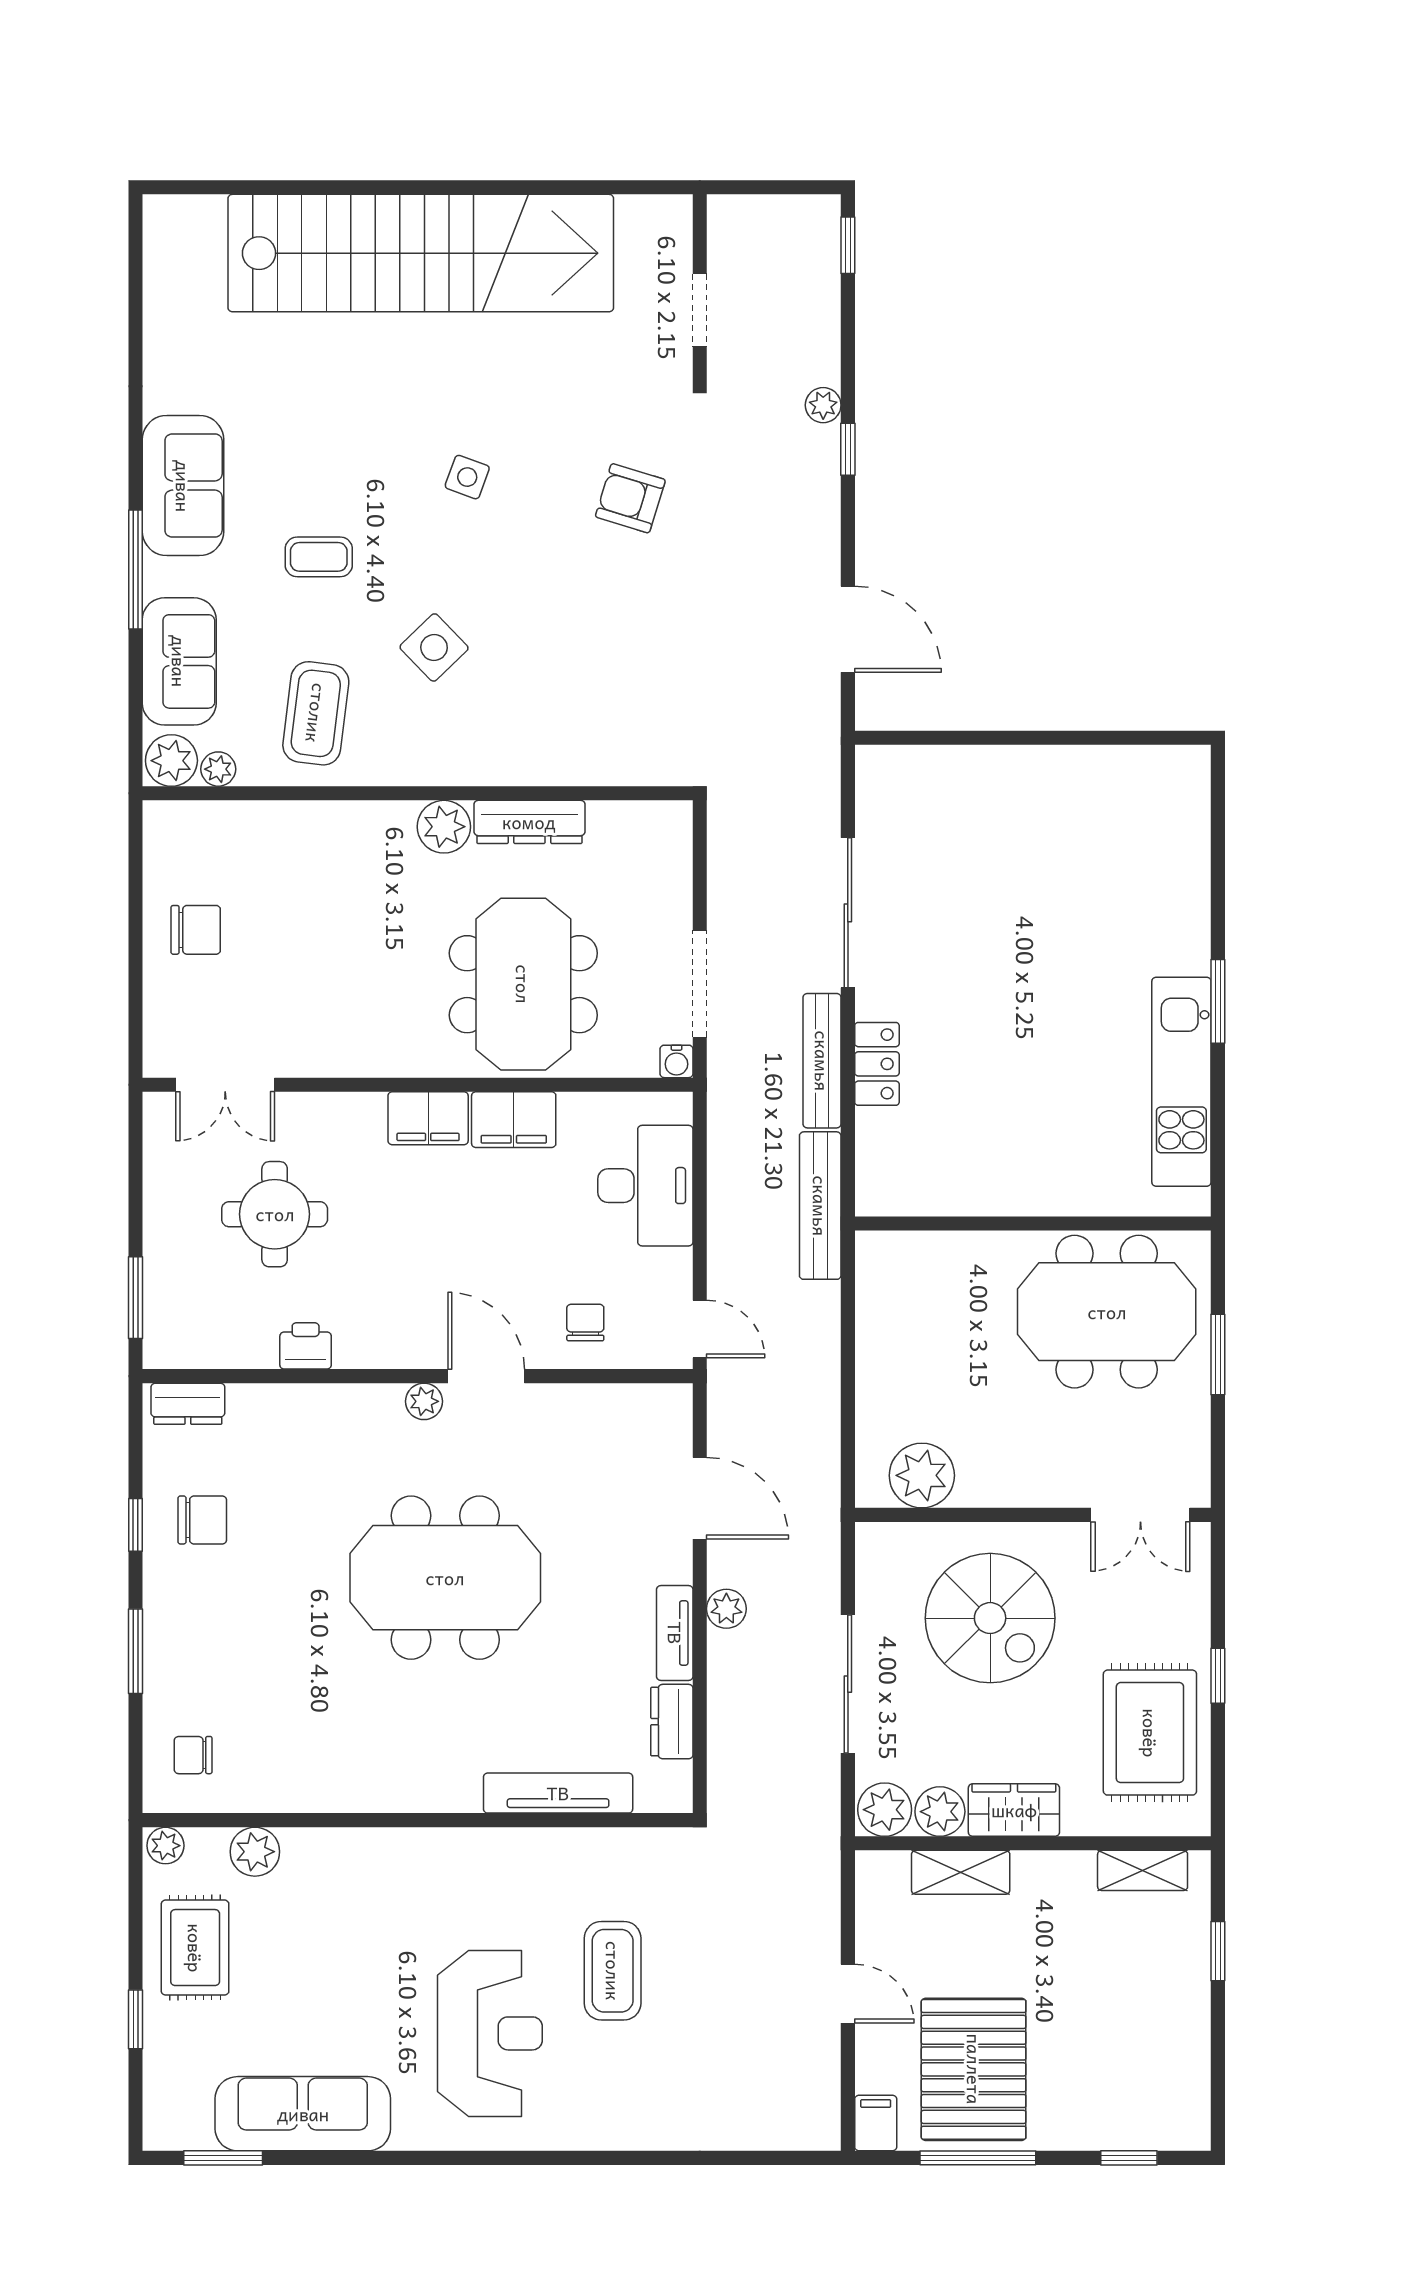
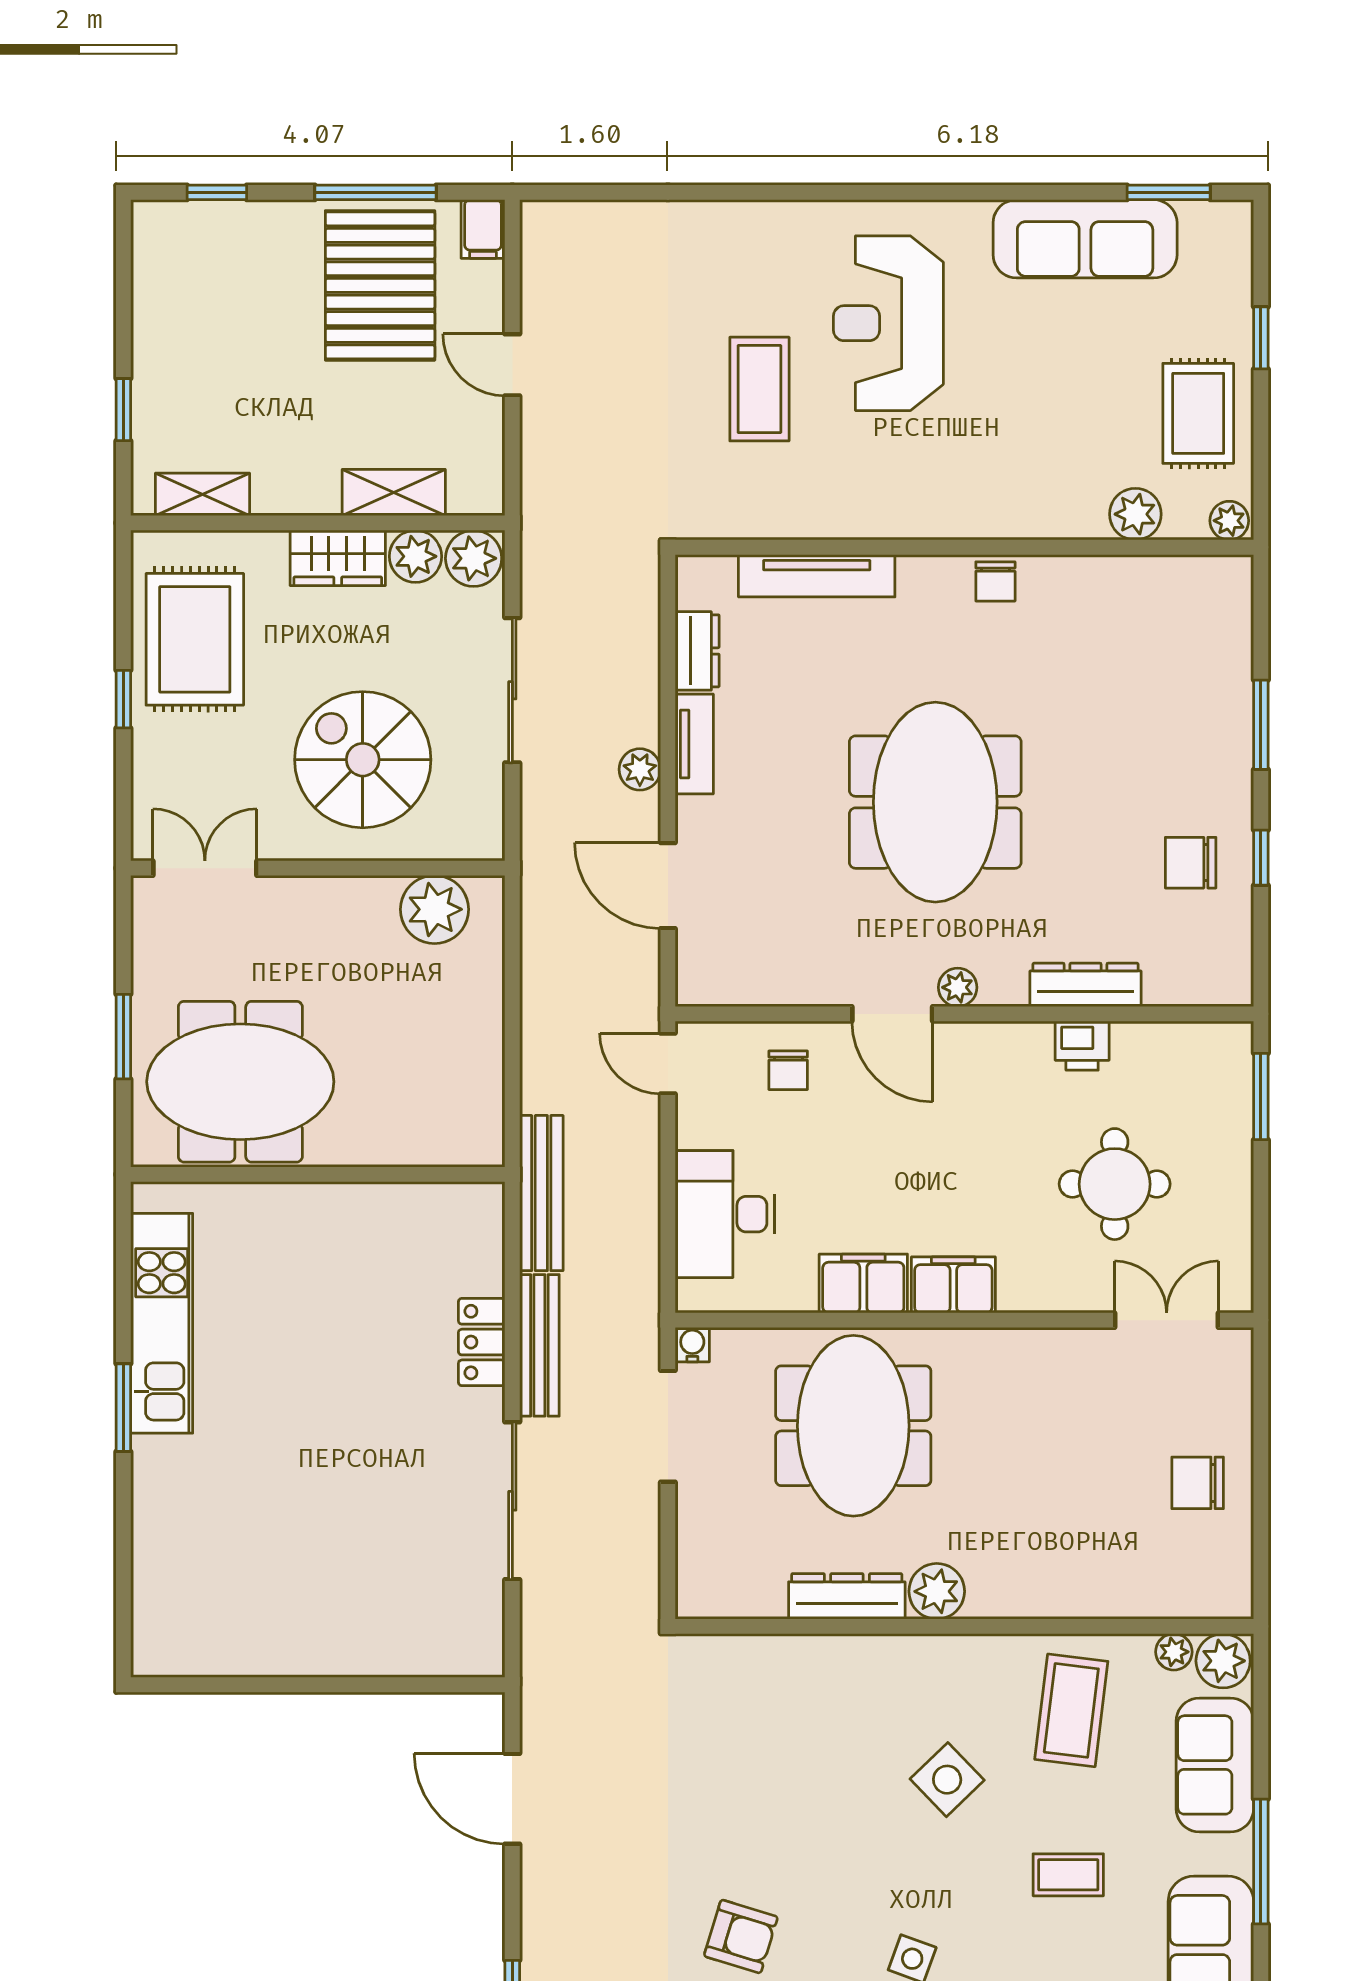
dresser: (188, 1404) -> (1085, 985), moved, width x1.44
meeting table: (445, 1578) -> (935, 802), turned 90
chair: (193, 1755) -> (995, 581), moved, turned 90

